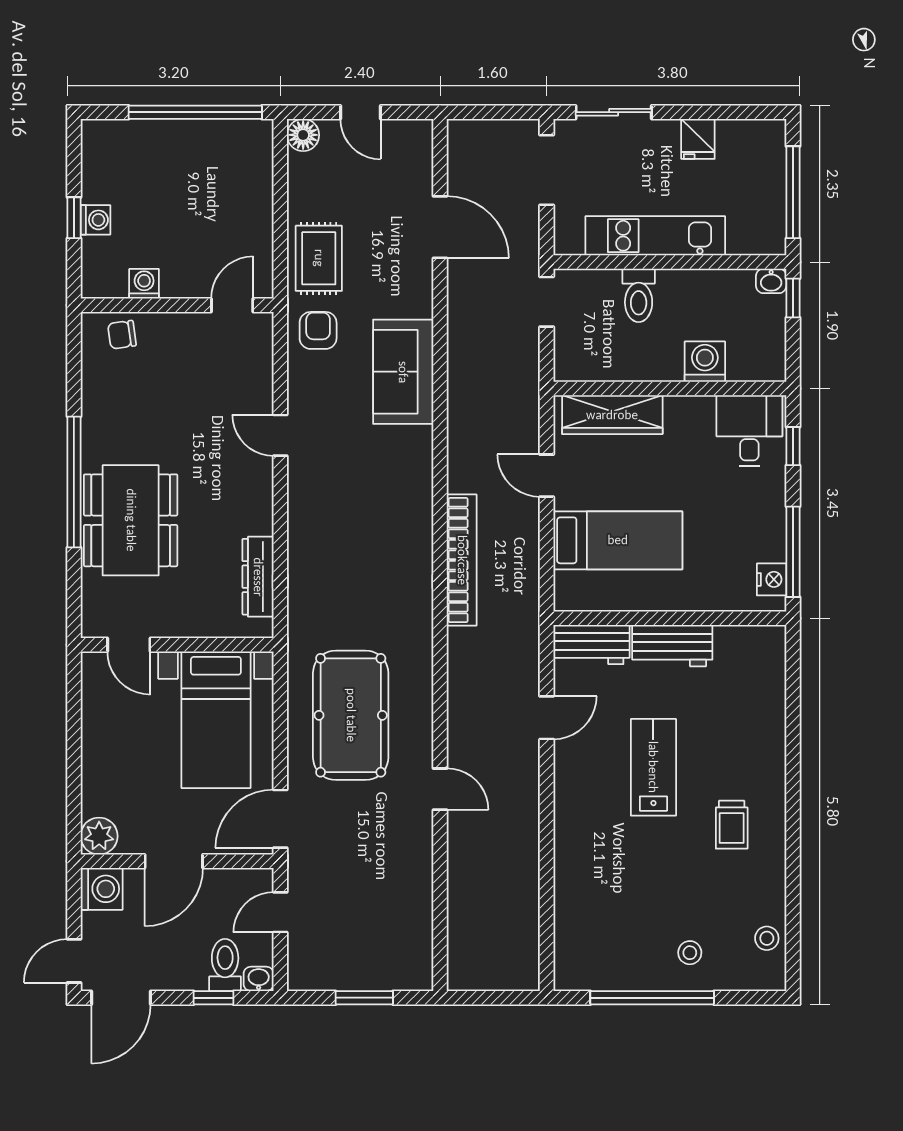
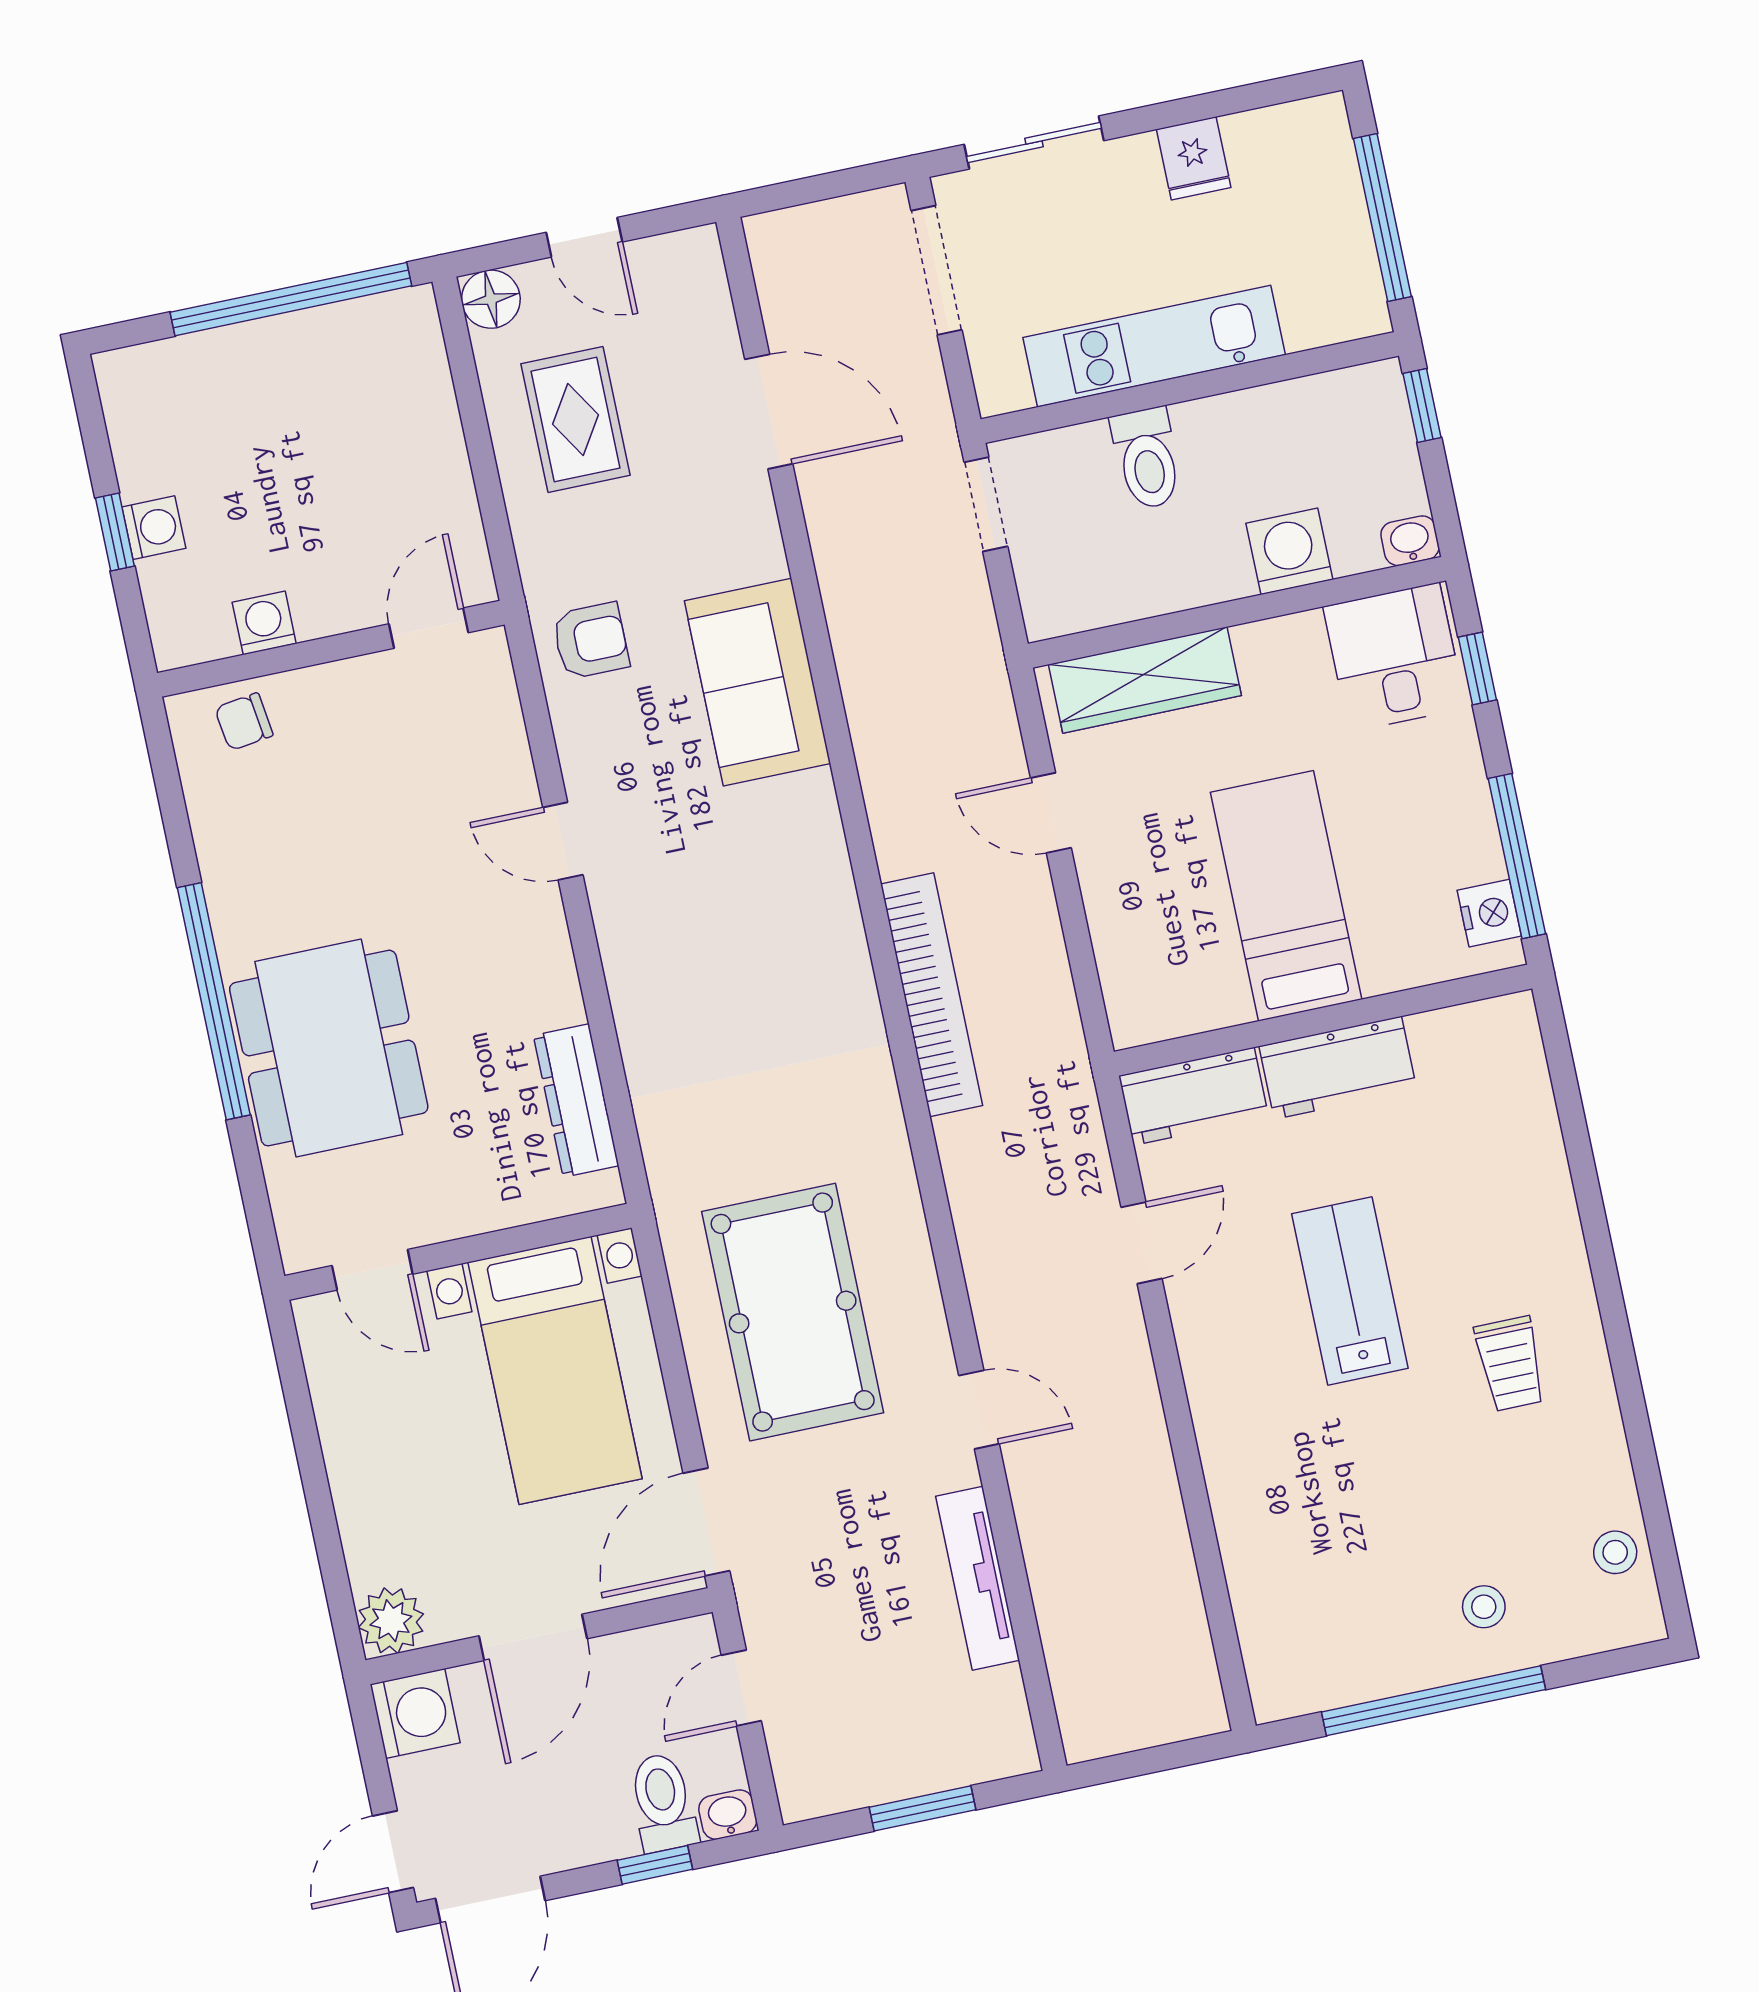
rug: (319, 258) -> (576, 420), moved
washbasin: (771, 281) -> (1410, 541), moved, turned 180
armchair: (318, 330) -> (591, 641), turned 90
bed: (618, 540) -> (1286, 896), moved, turned -90
tv unit: (420, 880) -> (978, 1578), added

